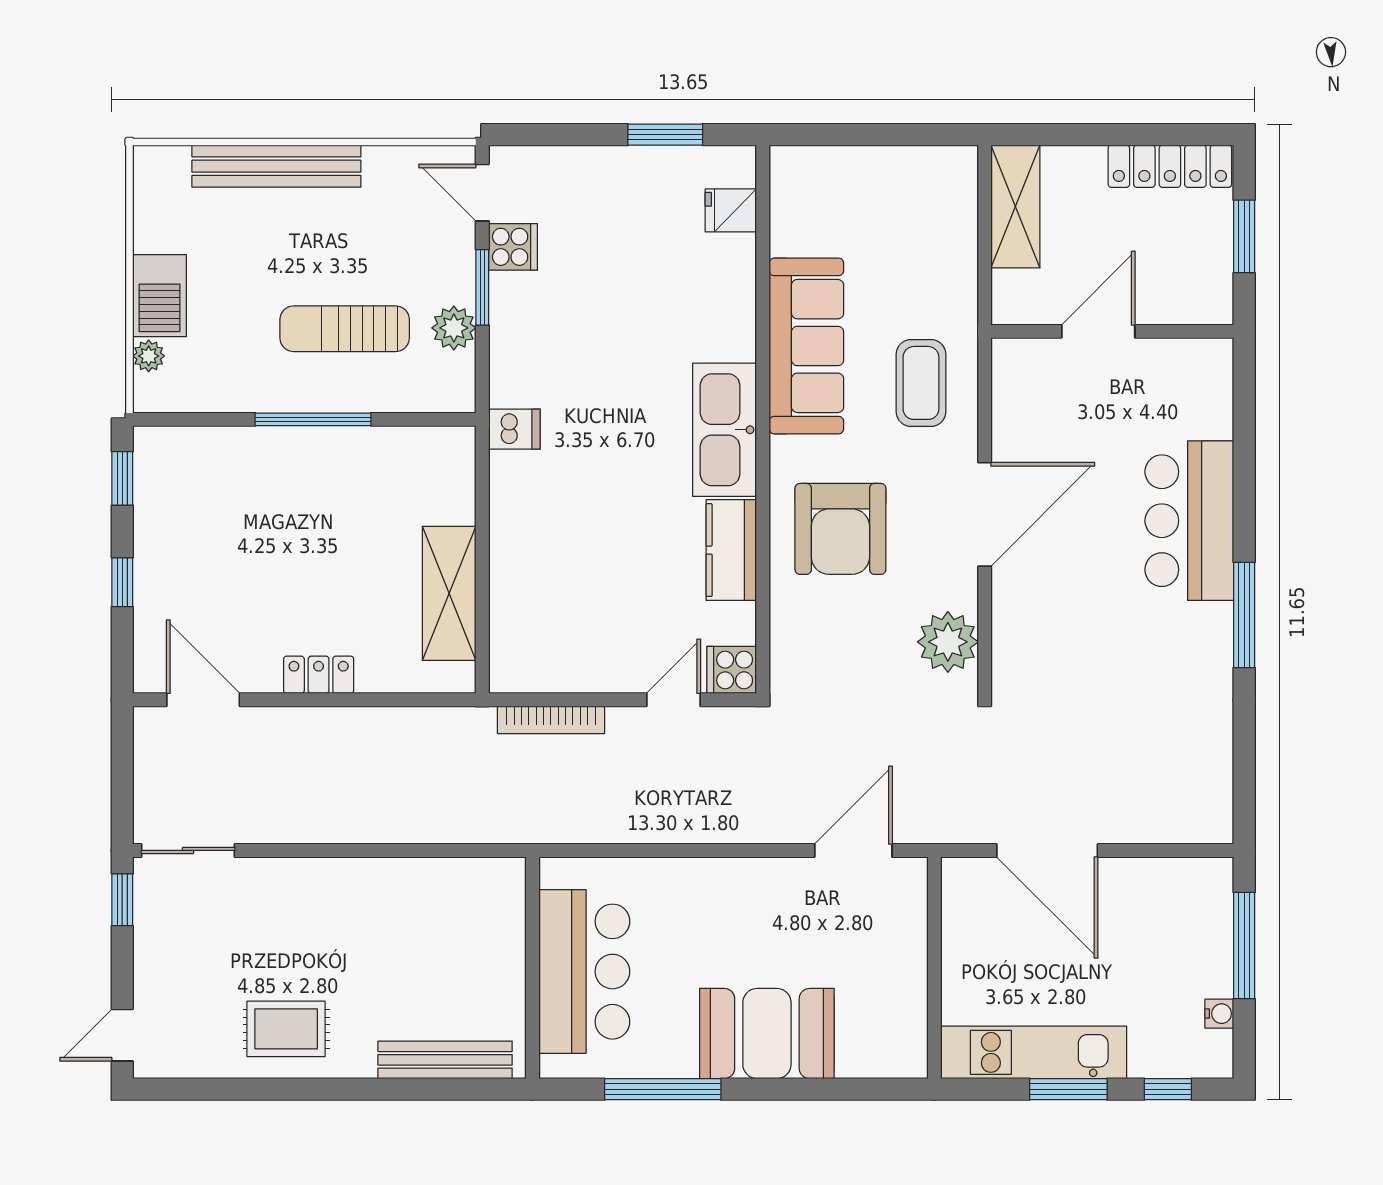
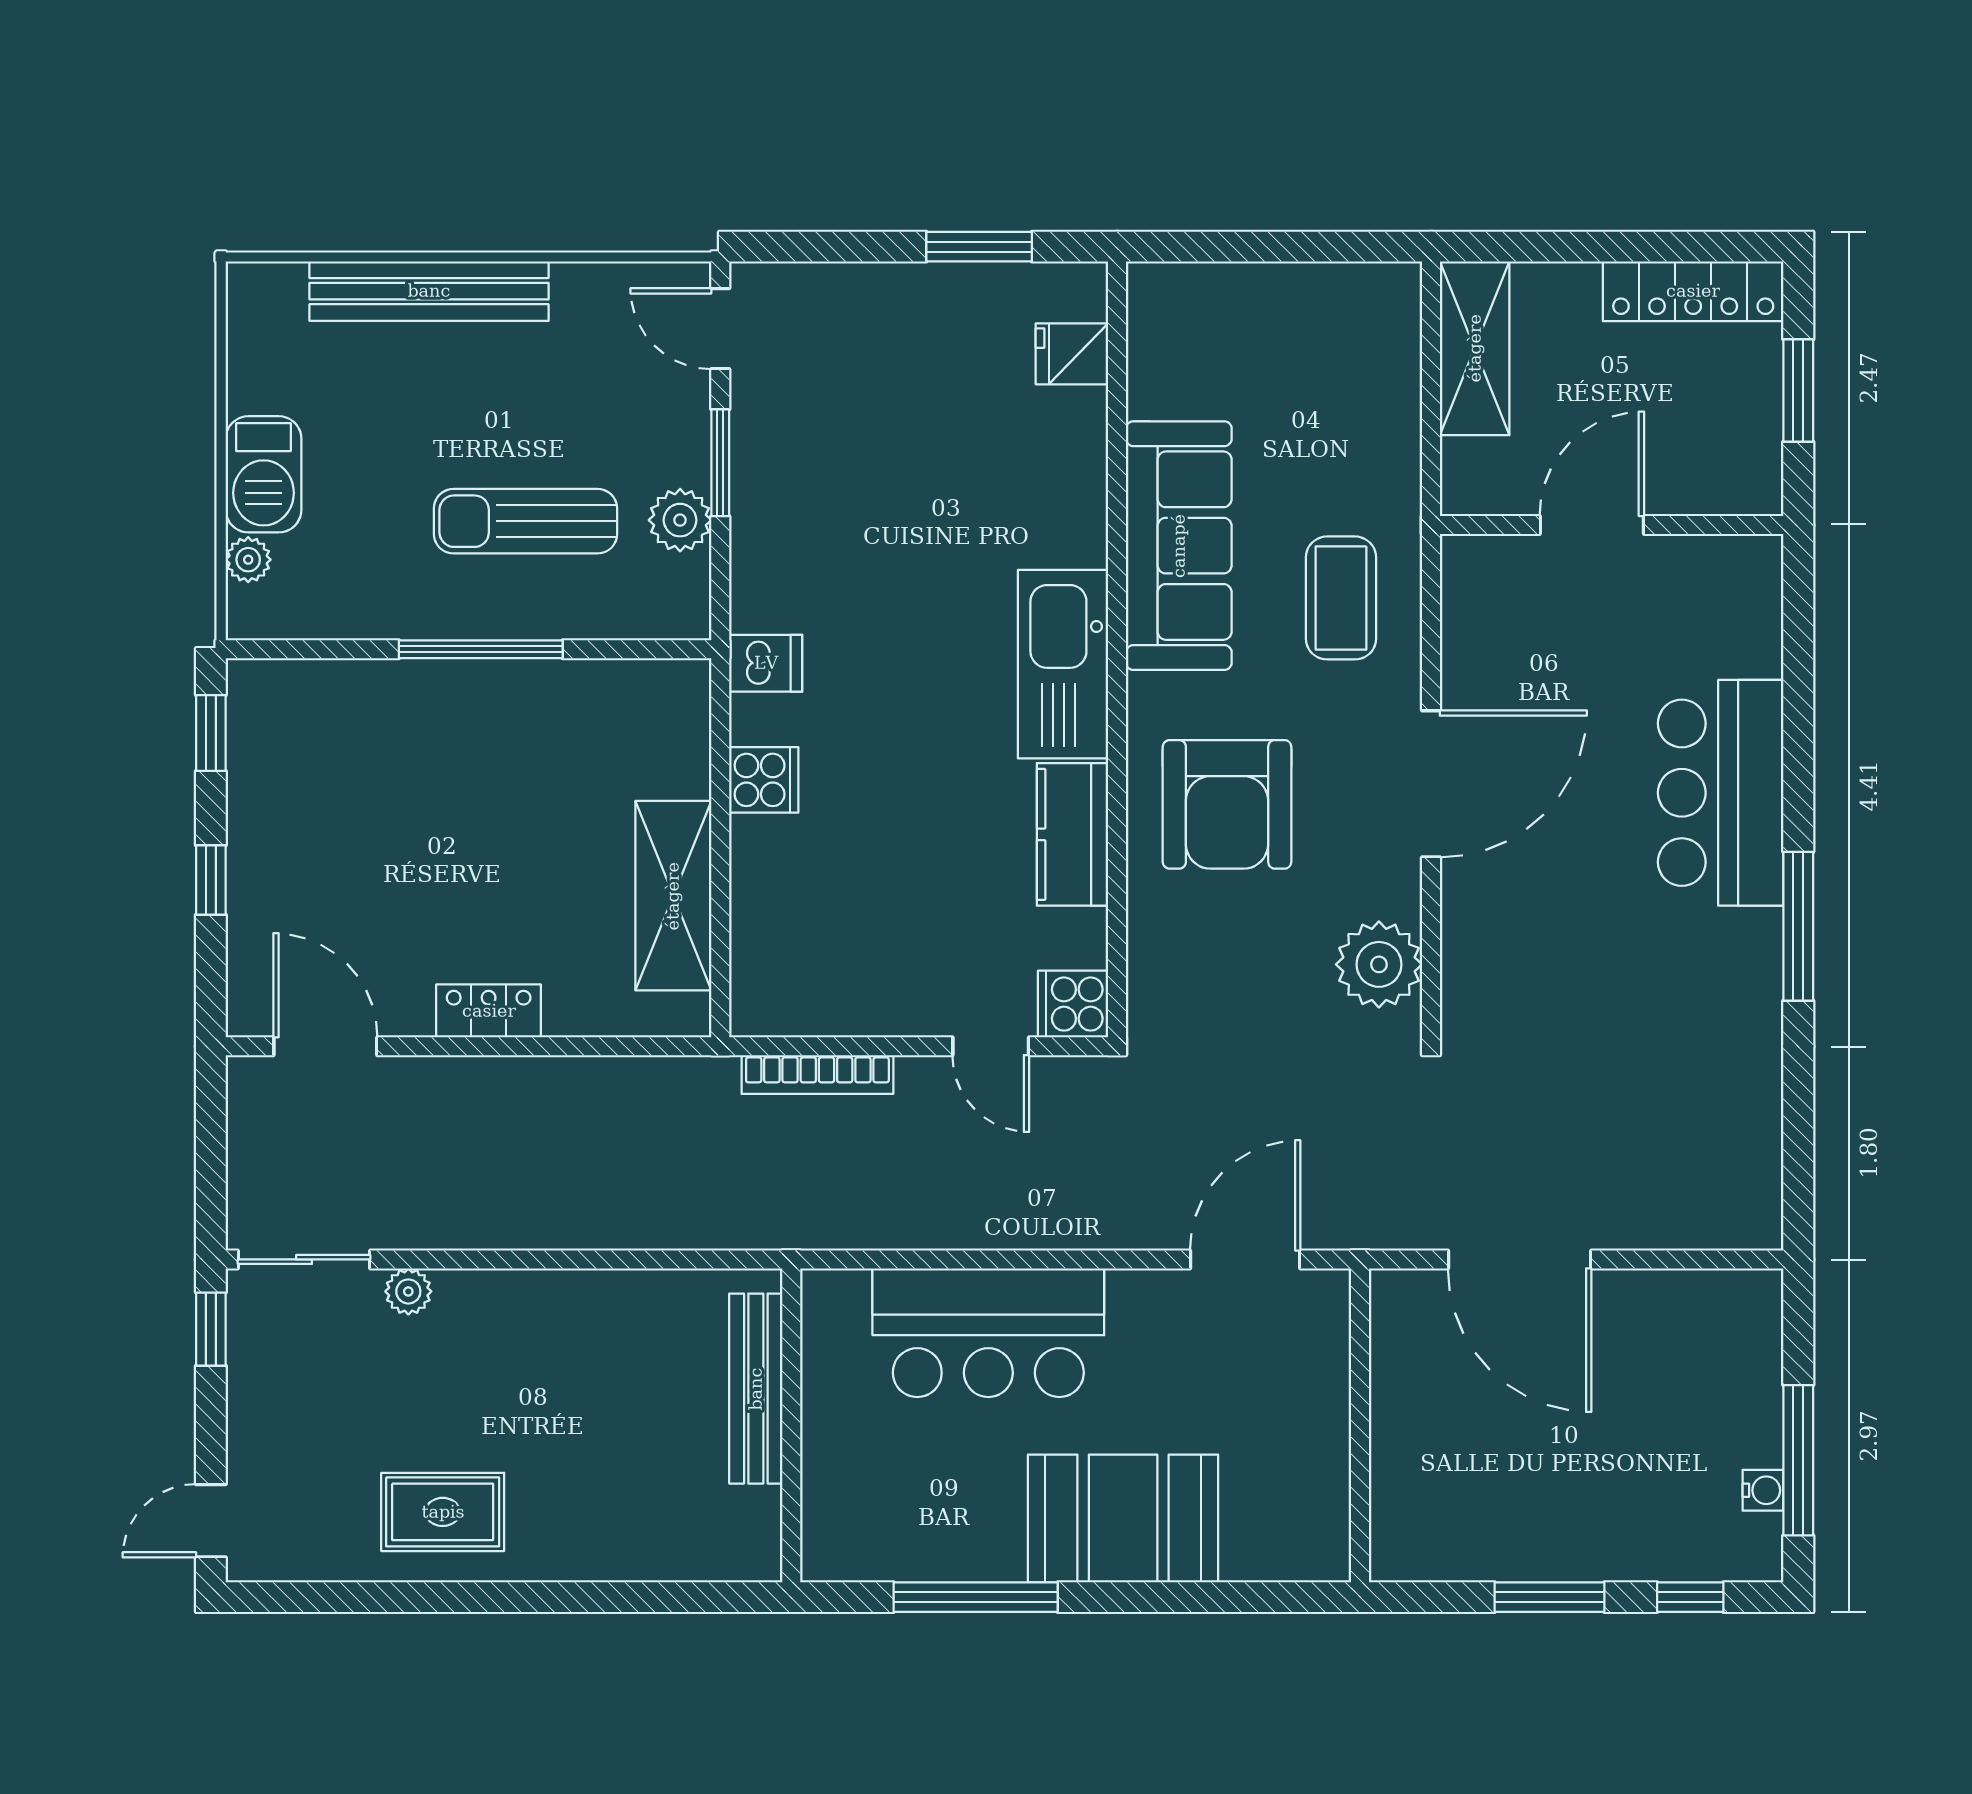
cooker: (513, 247) -> (764, 780), moved
door: (673, 700) -> (991, 1046), swing flipped
plant: (262, 873) -> (408, 1291), added
window: (1244, 946) -> (1798, 1460), moved
bar counter: (584, 972) -> (988, 1333), moved, turned 90
kitchen unit: (1034, 1052) -> (1500, 1545), removed
bench: (445, 1060) -> (756, 1389), moved, turned 90

